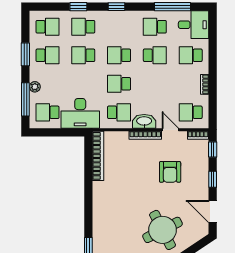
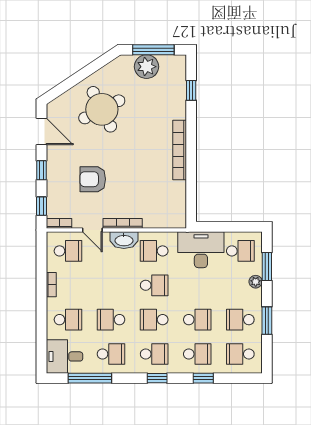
school desk: (119, 27) -> (154, 354), added
school desk: (119, 55) -> (154, 320), turned 180
window: (25, 99) -> (267, 267), width x0.69
bookcase: (98, 156) -> (180, 150), moved
armchair: (170, 172) -> (93, 179), turned -90

